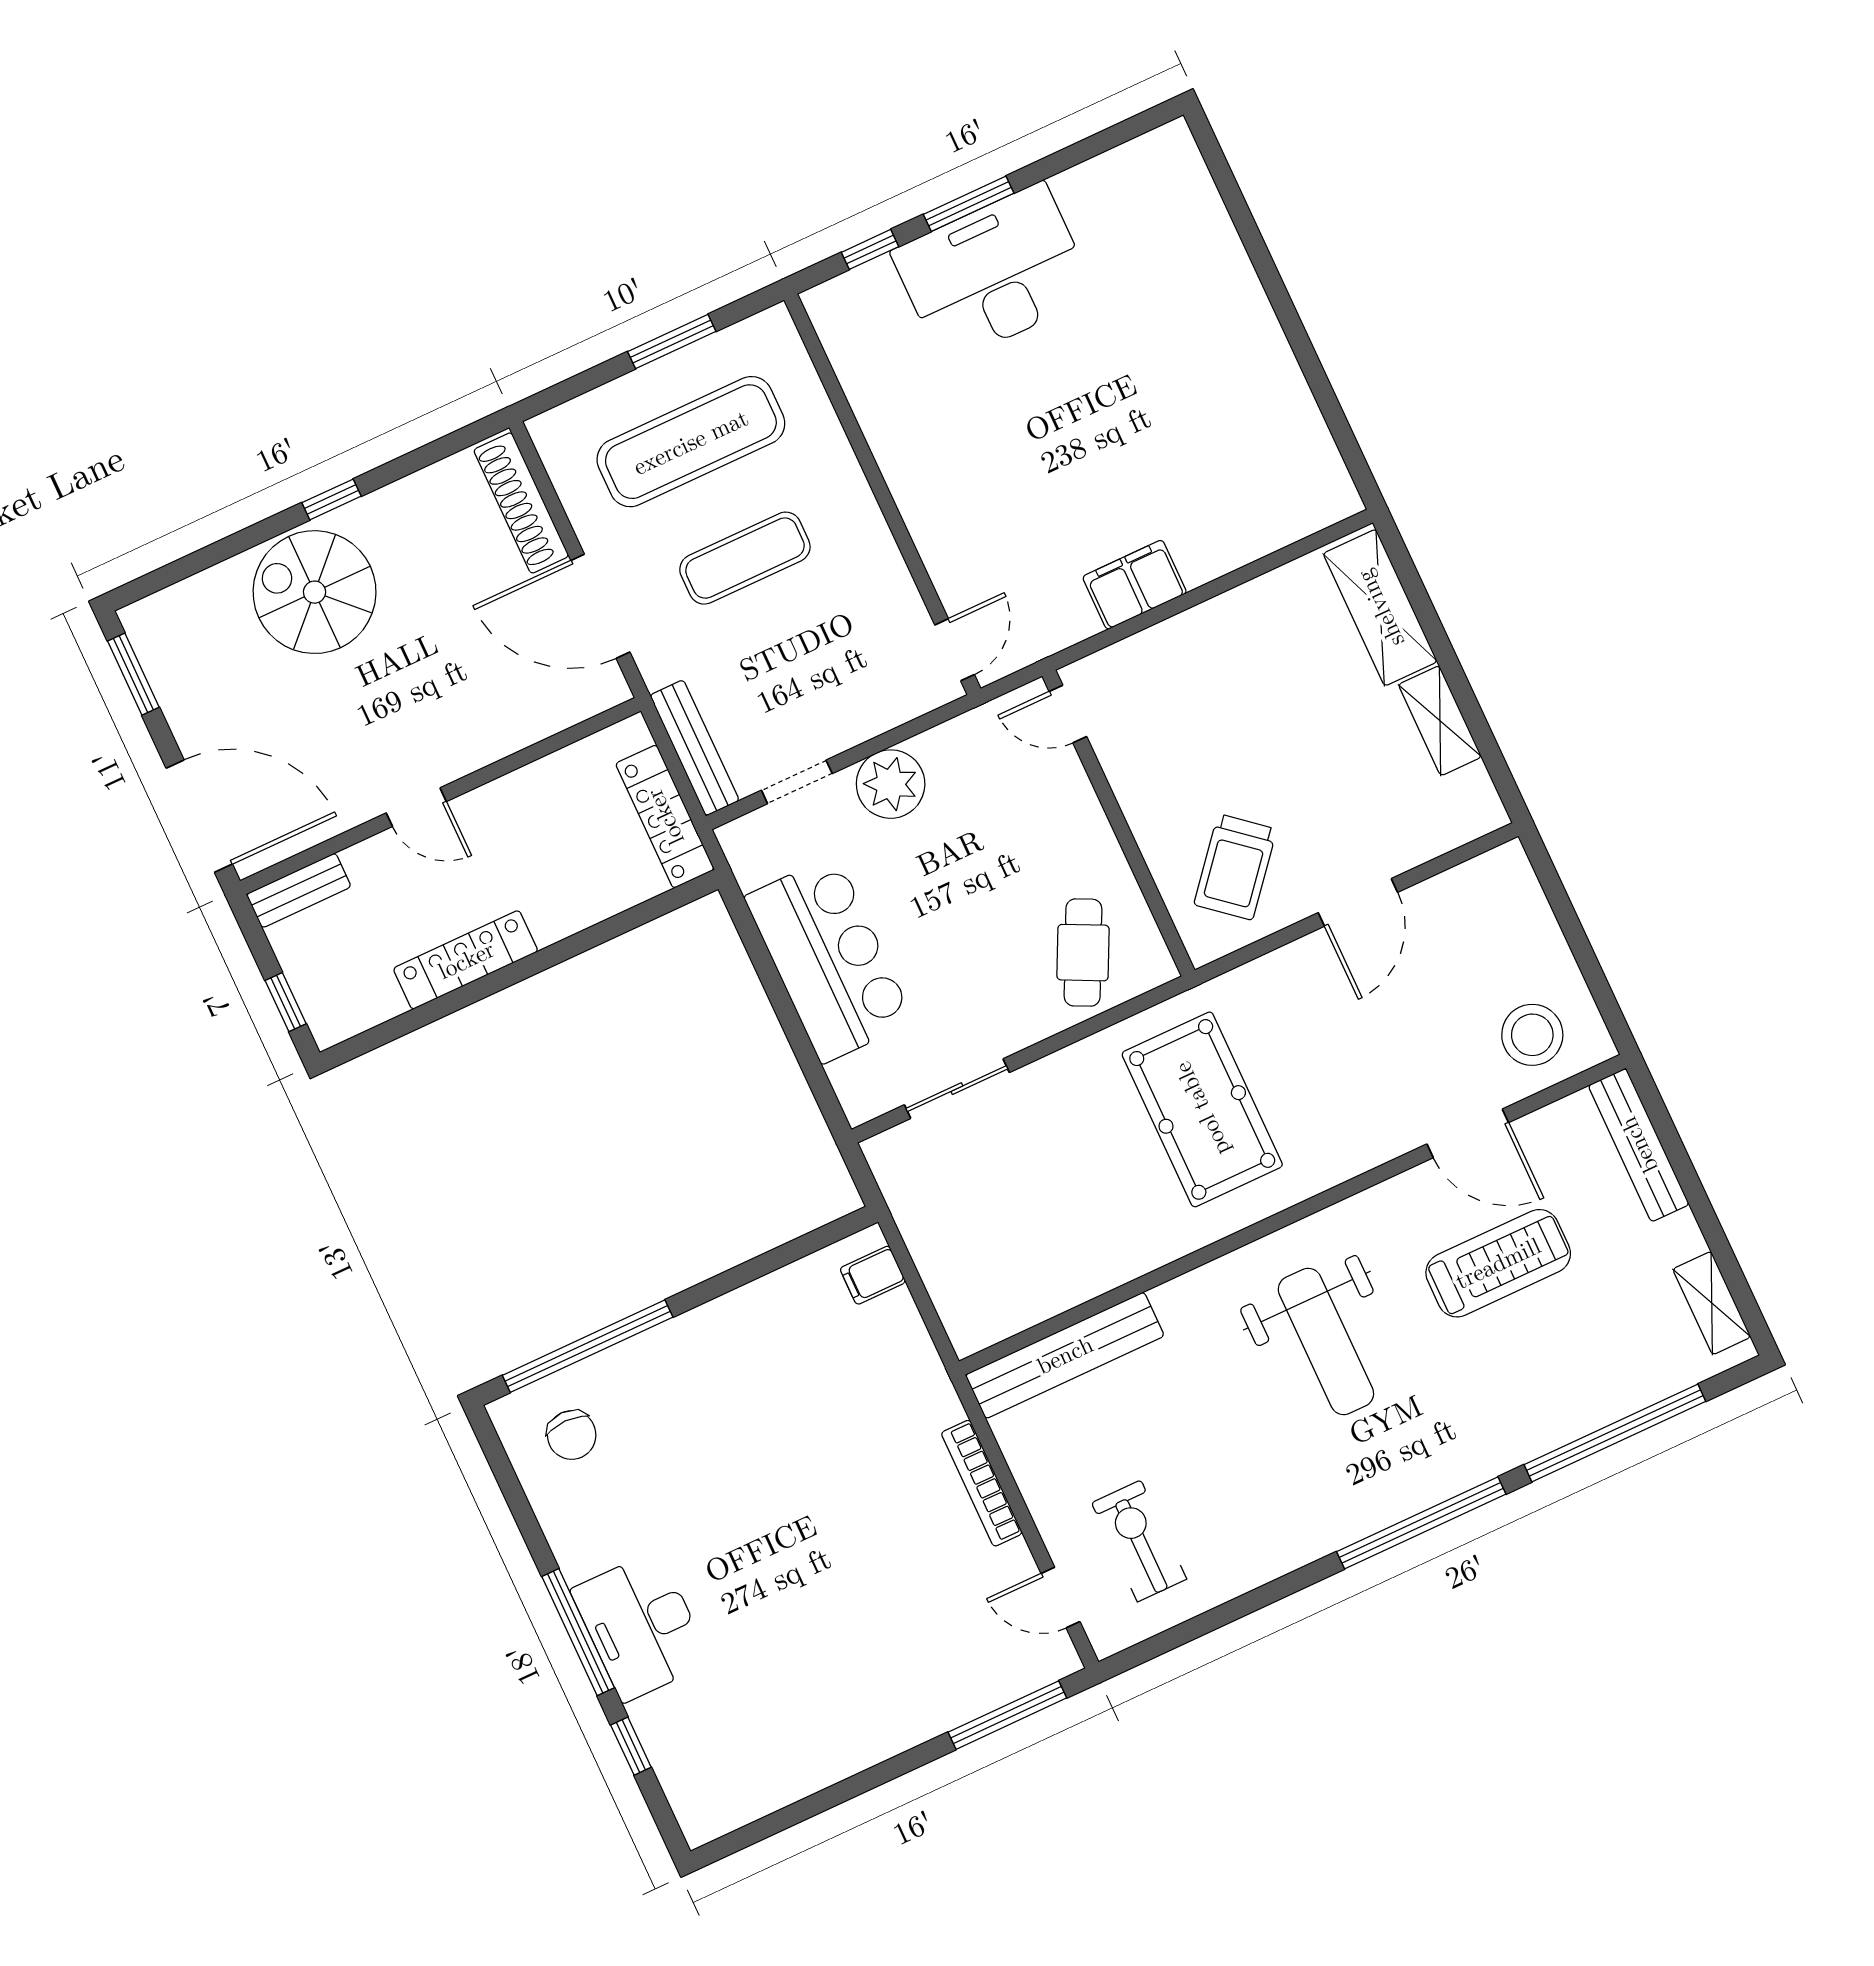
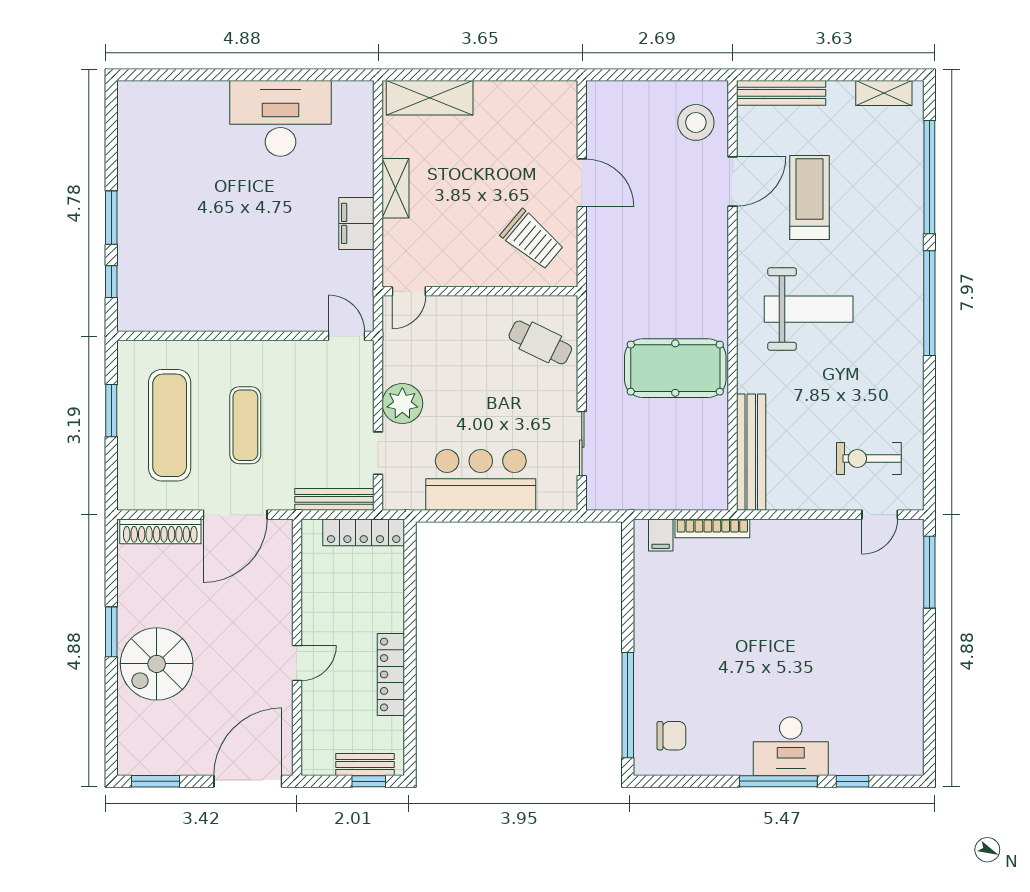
desk: (993, 274) -> (280, 118), moved, turned 90
window: (332, 499) -> (111, 632), width x1.50
shelving: (1440, 721) -> (396, 188), moved, turned 90
bench: (299, 890) -> (365, 765), moved, turned 90
pool table: (1202, 1109) -> (675, 368), moved
bookcase: (982, 1483) -> (712, 528), moved

